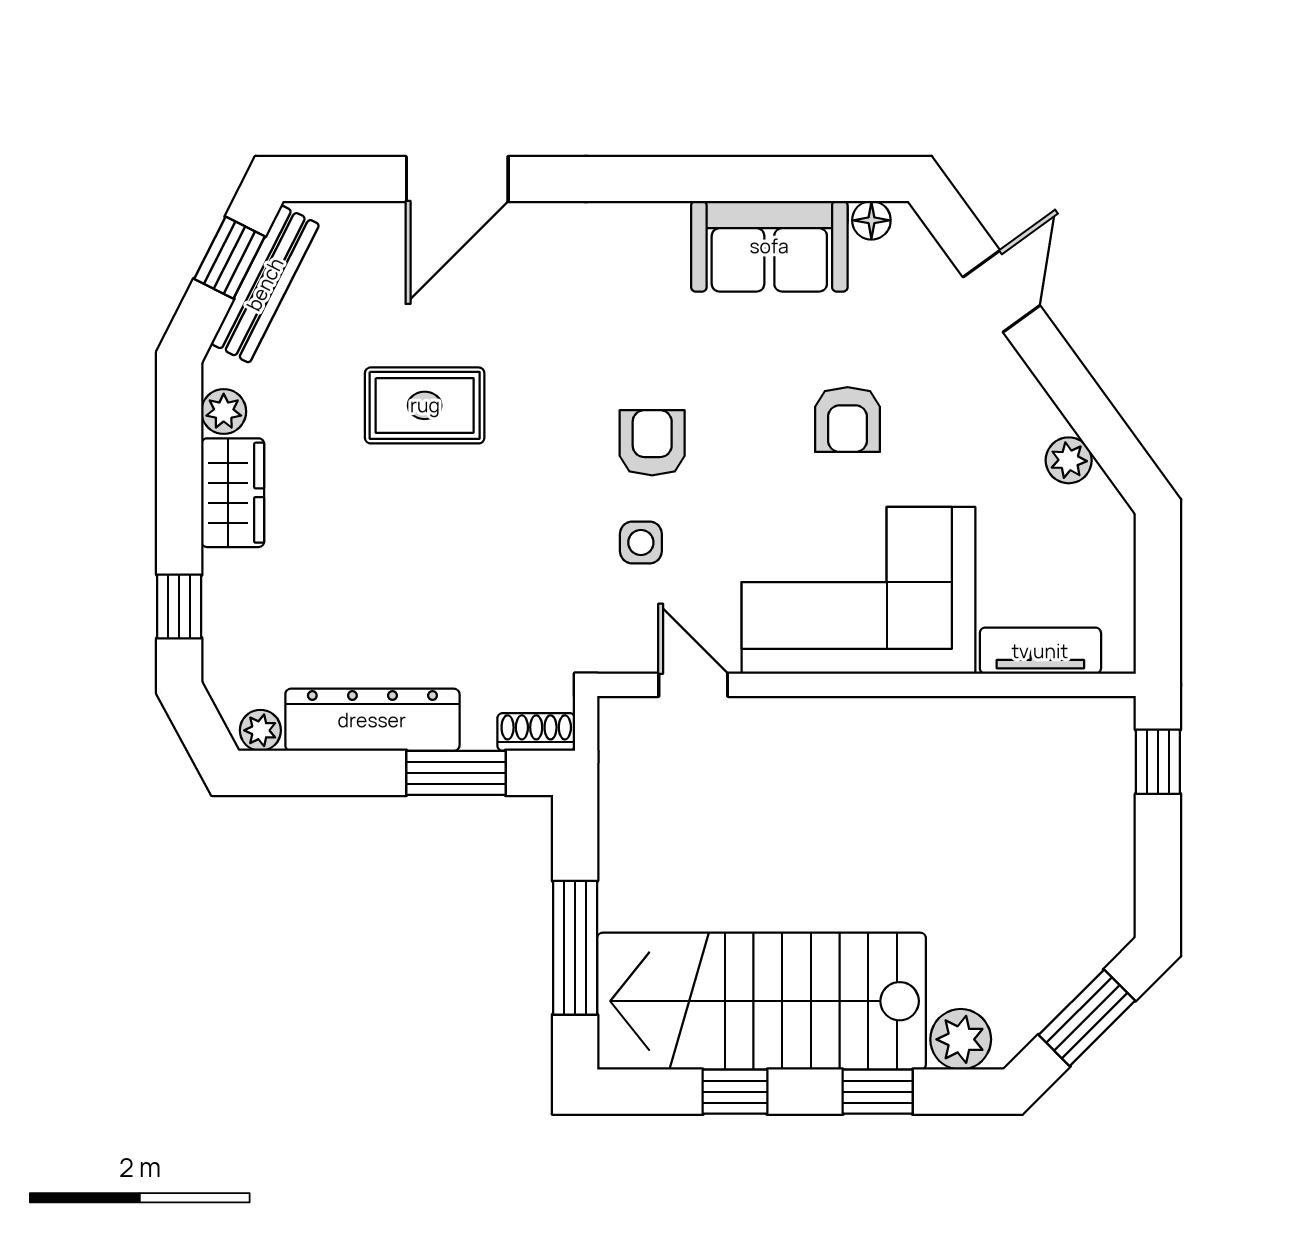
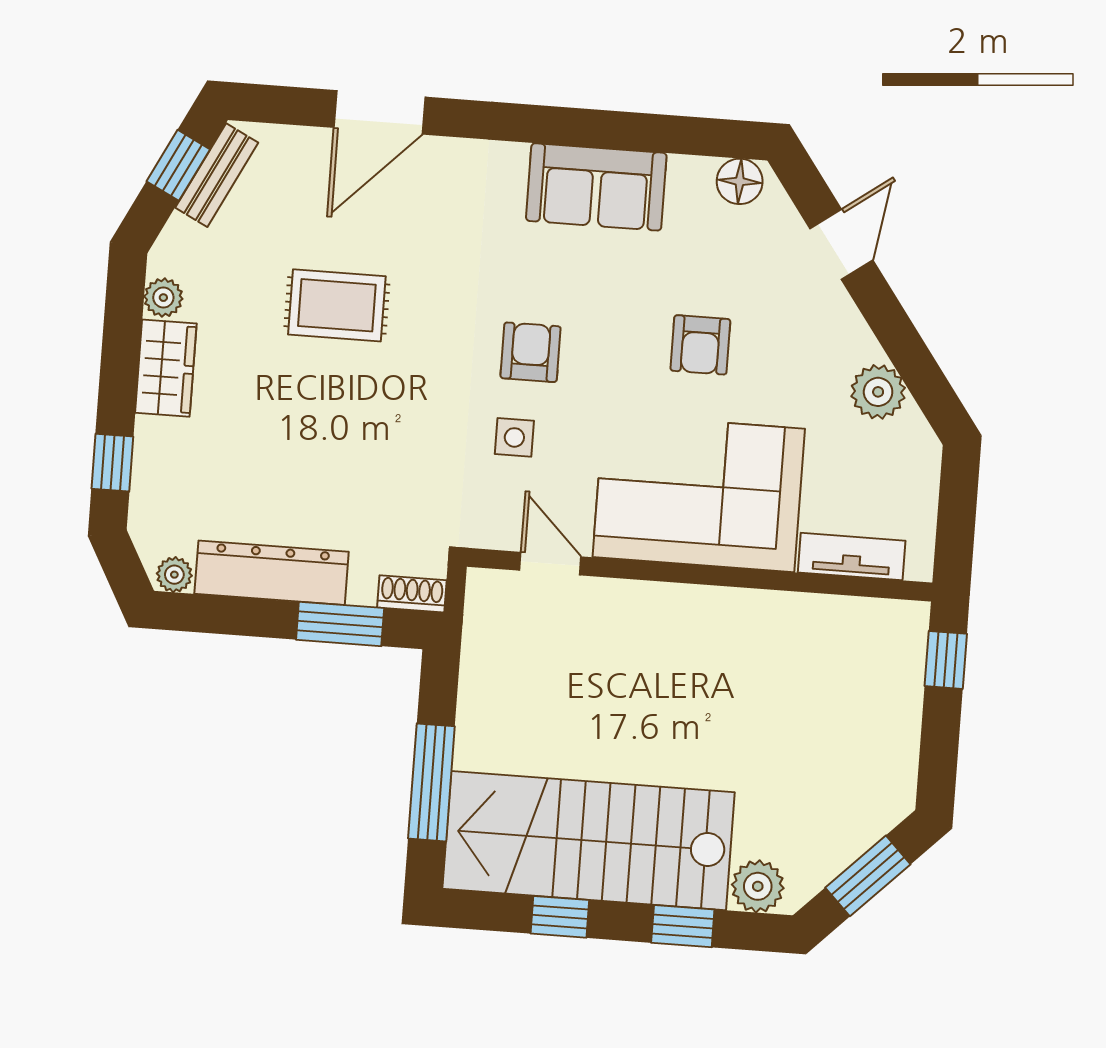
floor lamp: (871, 220) -> (740, 181), width x1.37, depth x1.37
sofa: (769, 246) -> (596, 187), moved
bench: (265, 284) -> (217, 175), width x0.73
plant: (1069, 460) -> (878, 392), width x1.38, depth x1.38

